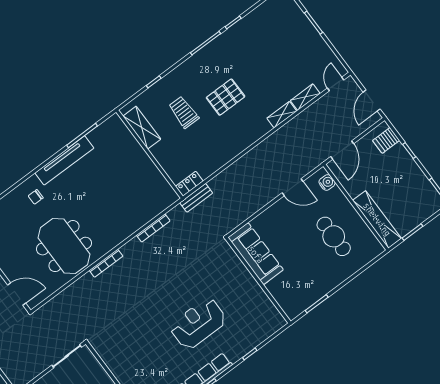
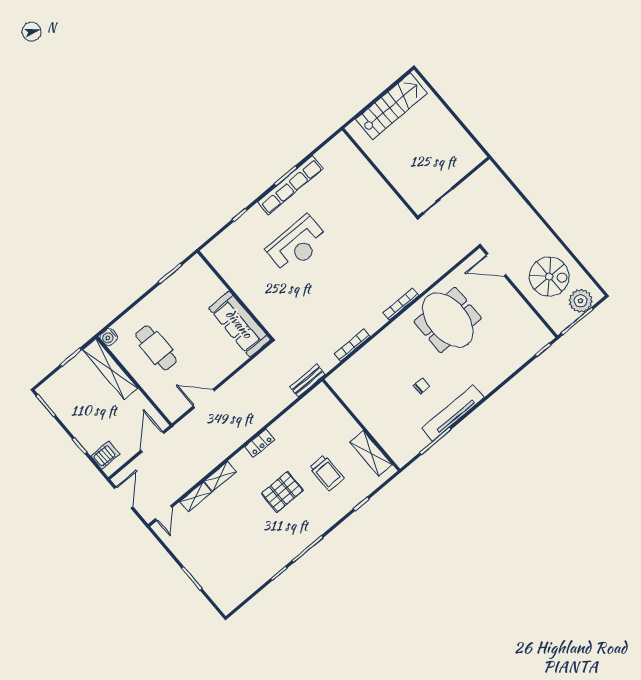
water cooler: (327, 182) -> (109, 337), moved
locker: (189, 184) -> (260, 443), moved
chair: (36, 197) -> (421, 386), moved

